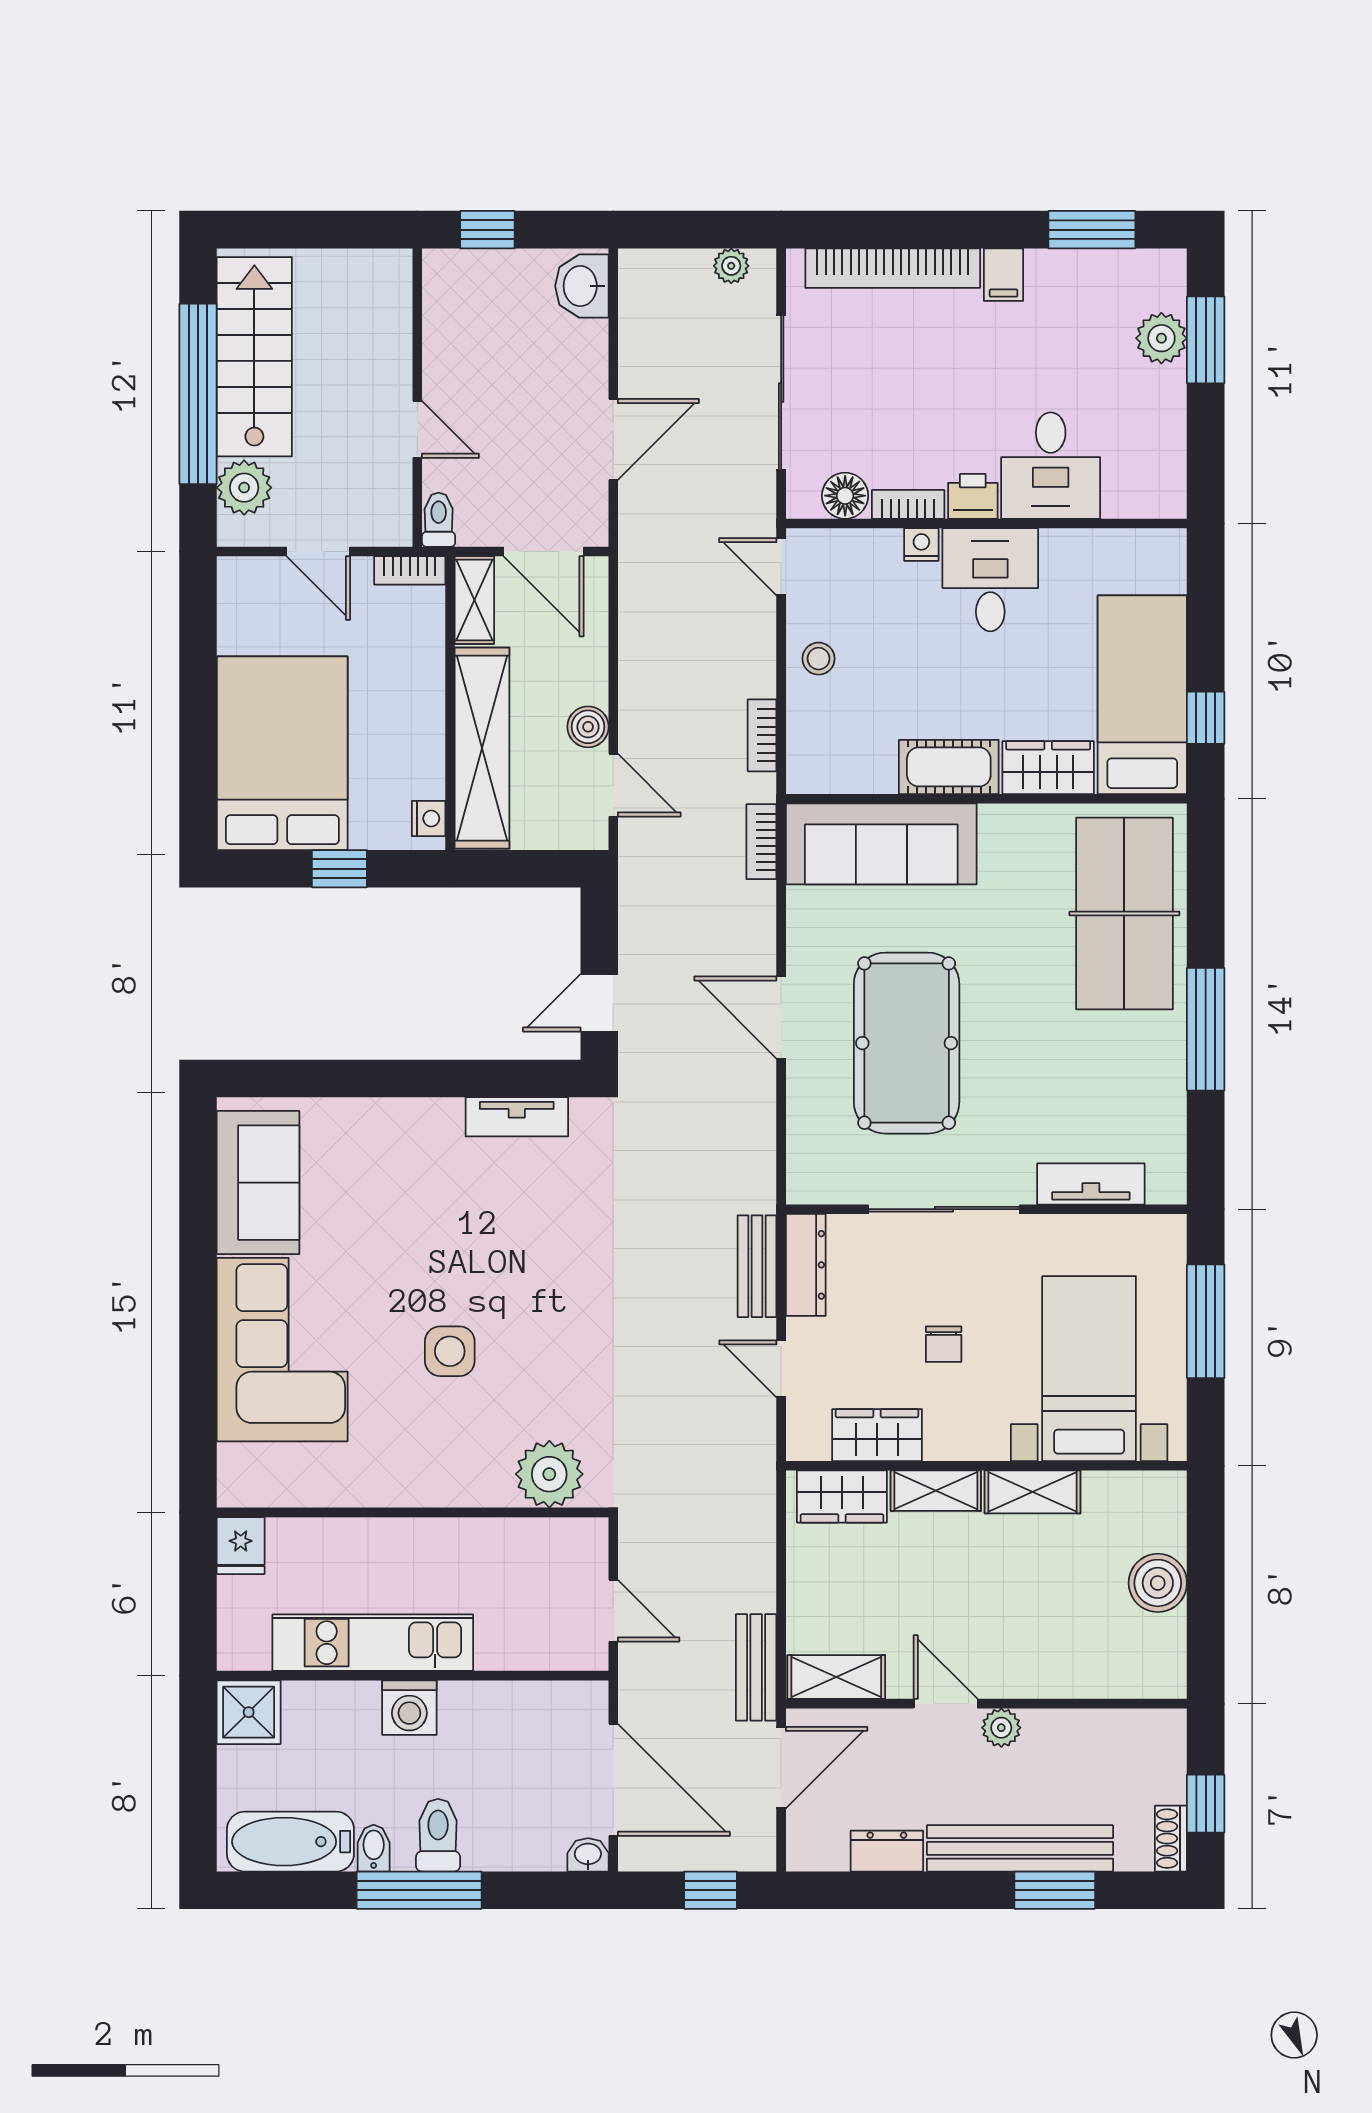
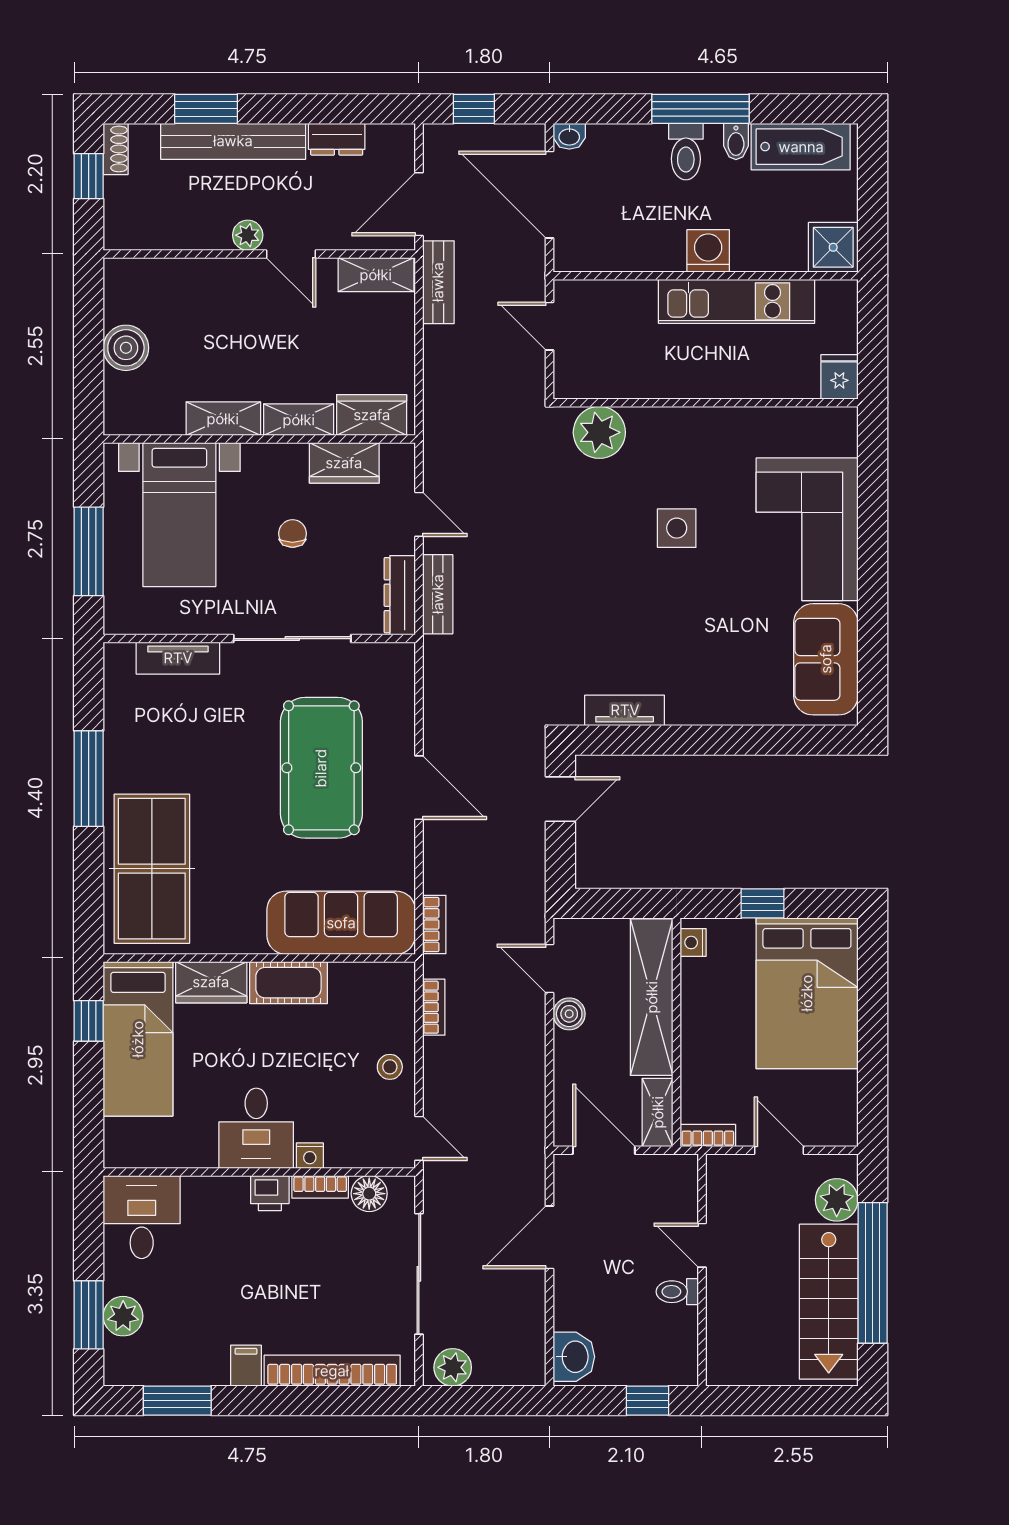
plant: (731, 266) -> (453, 1367), width x1.38, depth x1.38
desk: (1051, 466) -> (142, 1217), moved
toilet: (439, 520) -> (677, 1292), moved, turned 90

